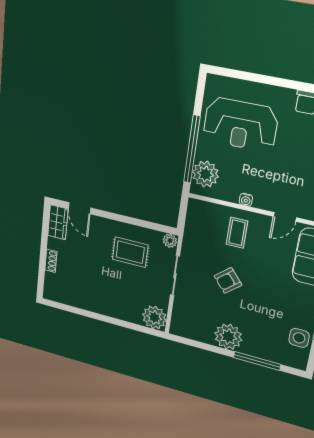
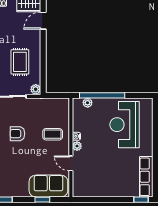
plant: (205, 174) -> (88, 103), width x0.53, depth x0.53
plant: (260, 202) -> (77, 146), added
armchair: (228, 280) -> (17, 134), turned -49

